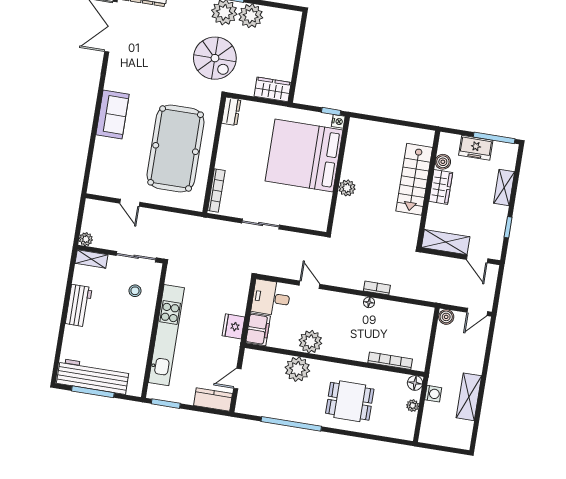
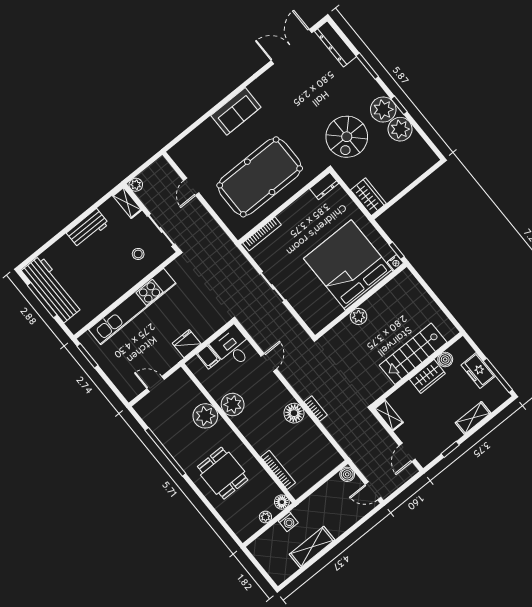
shelving: (446, 242) -> (389, 415), width x0.67, depth x0.75
floor lamp: (369, 302) -> (294, 413), width x1.89, depth x1.89
filing cabinet: (258, 329) -> (208, 357), width x0.50
kitchen counter: (213, 400) -> (124, 383), removed

